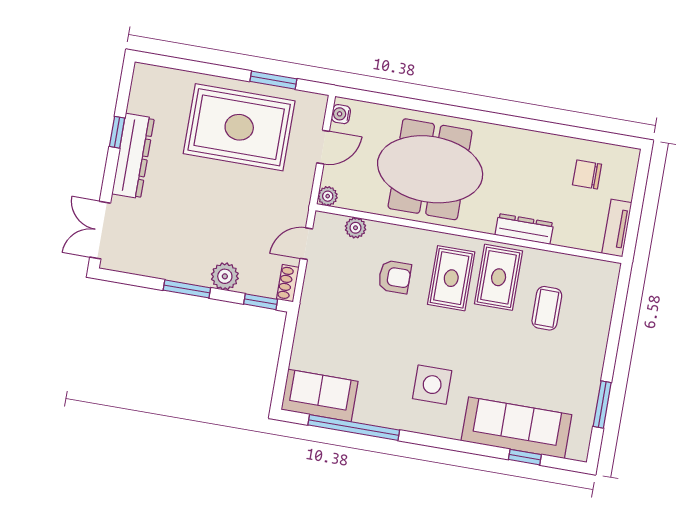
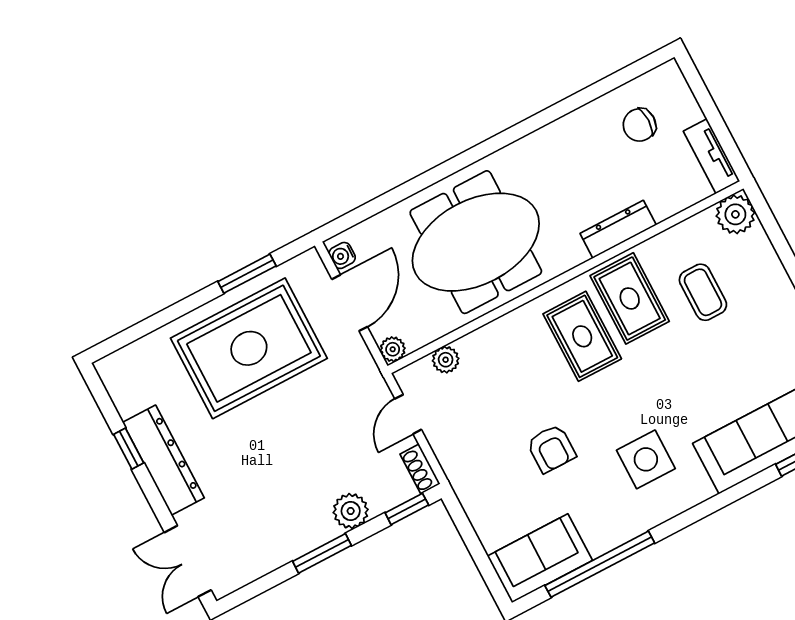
door: (323, 147) -> (350, 303), width x1.38
plant: (604, 275) -> (735, 214), added
armchair: (395, 277) -> (551, 449), moved, turned 90

